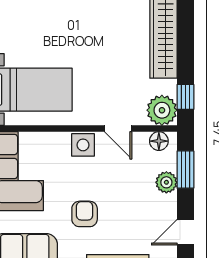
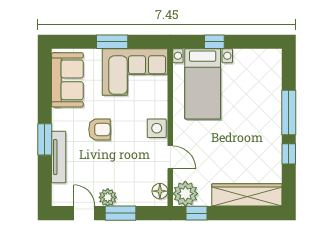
door: (118, 129) -> (170, 157), swing flipped
window: (185, 170) -> (120, 213), moved
plant: (166, 182) -> (108, 197), moved

